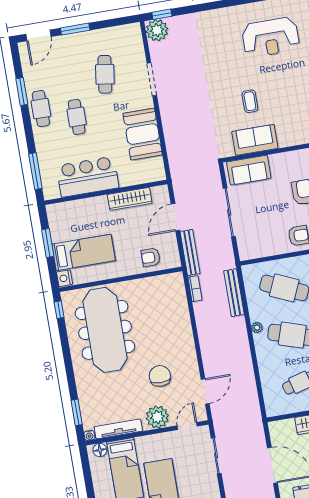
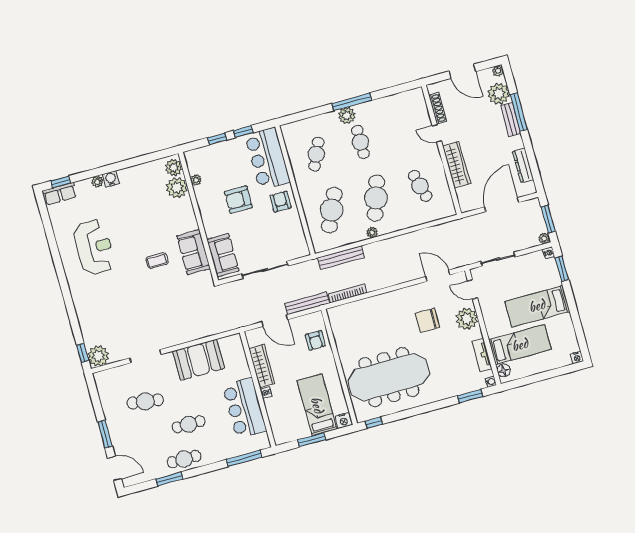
nightstand: (102, 200) -> (266, 393), added
bookcase: (195, 289) -> (348, 293), width x1.56
tv unit: (118, 429) -> (482, 355), width x0.71

